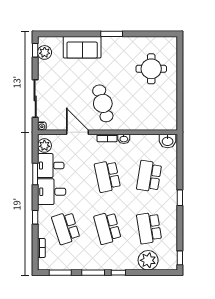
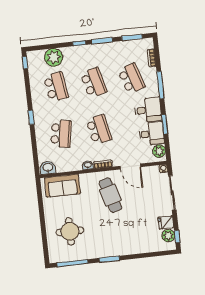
window: (152, 34) -> (72, 263), added
sofa: (82, 47) -> (62, 186), moved, turned 180
fridge: (46, 67) -> (166, 222), added
window: (35, 217) -> (160, 85), width x2.17

